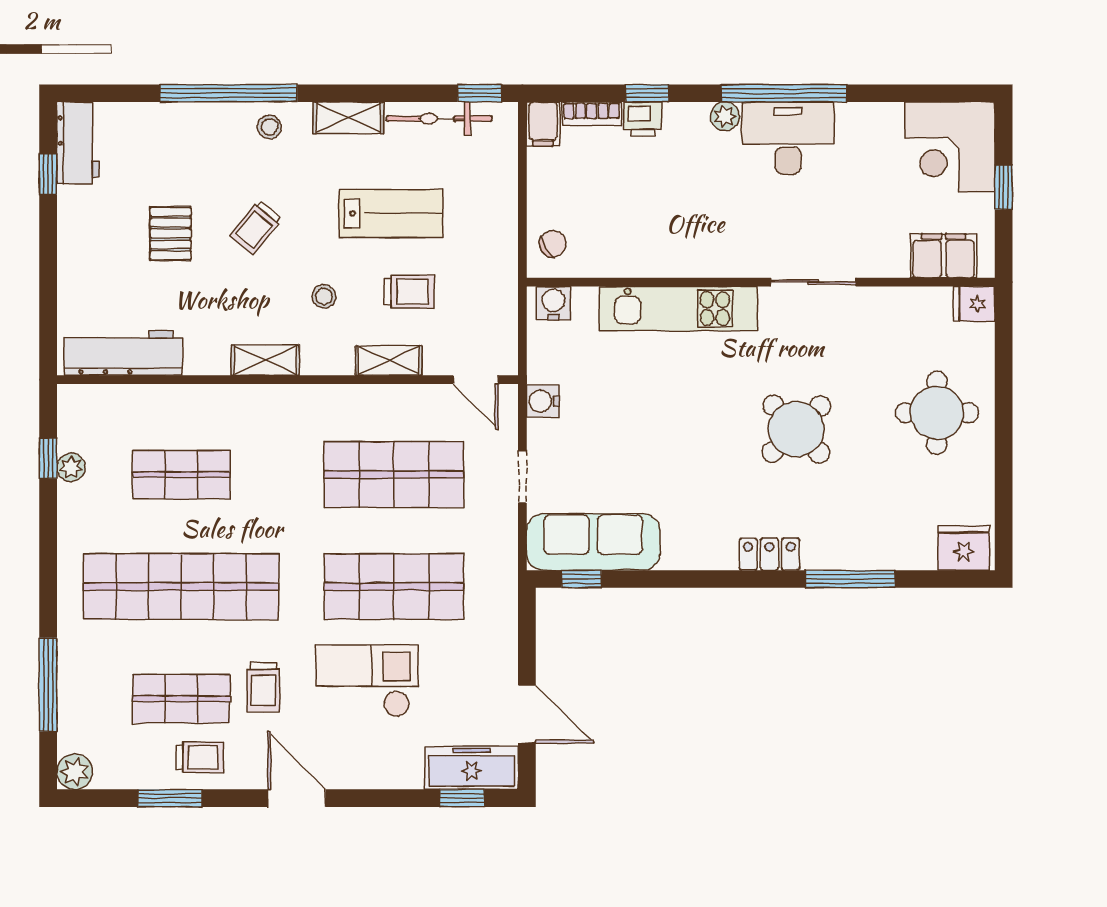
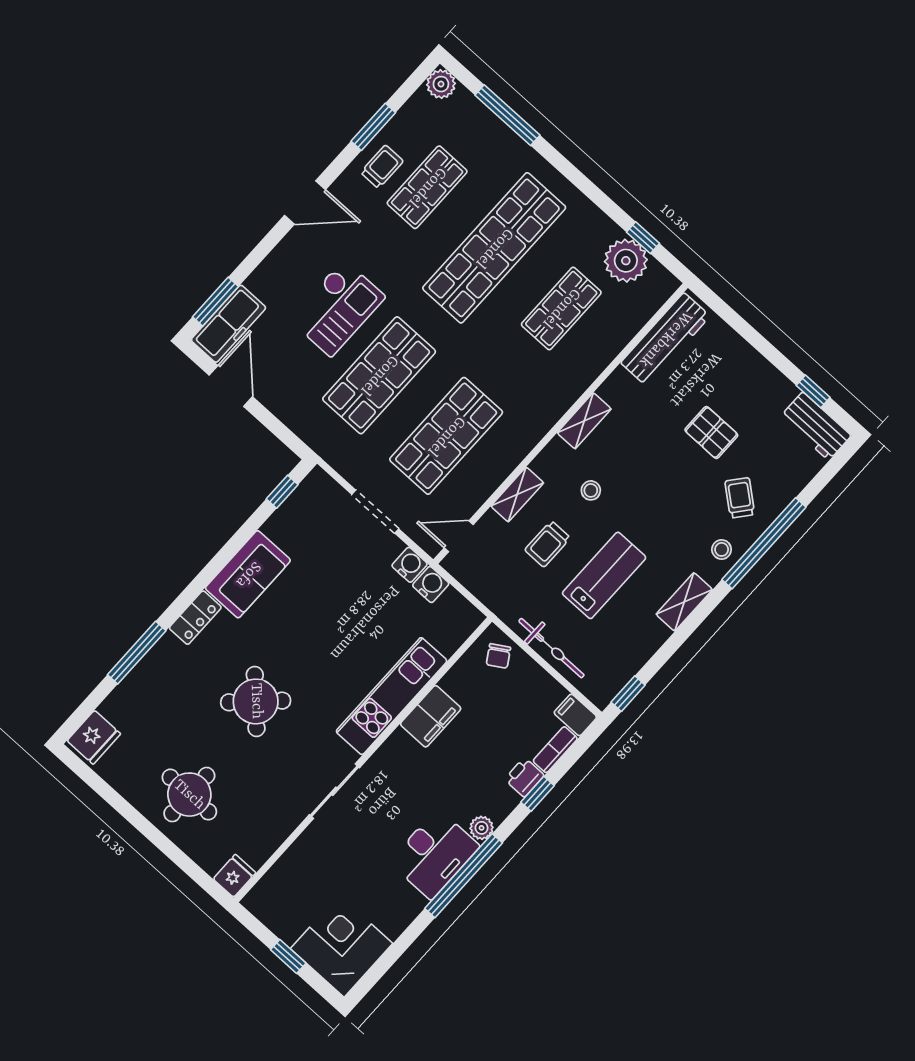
bicycle: (439, 119) -> (551, 648), moved, turned 90
lab bench: (391, 213) -> (604, 575), turned 180
trolley: (256, 227) -> (740, 498), moved
filing cabinet: (944, 256) -> (431, 716), moved
water cooler: (554, 303) -> (431, 584), moved, turned -90
plant: (71, 467) -> (626, 261), width x1.87, depth x1.87
doorway: (522, 477) -> (375, 512), width x1.38
sofa: (593, 542) -> (248, 574), moved, width x0.73
trolley: (263, 687) -> (390, 243), removed
door: (527, 714) -> (231, 386), swing flipped
trolley: (200, 757) -> (382, 167), turned 180
window: (462, 798) -> (215, 302), width x1.50

